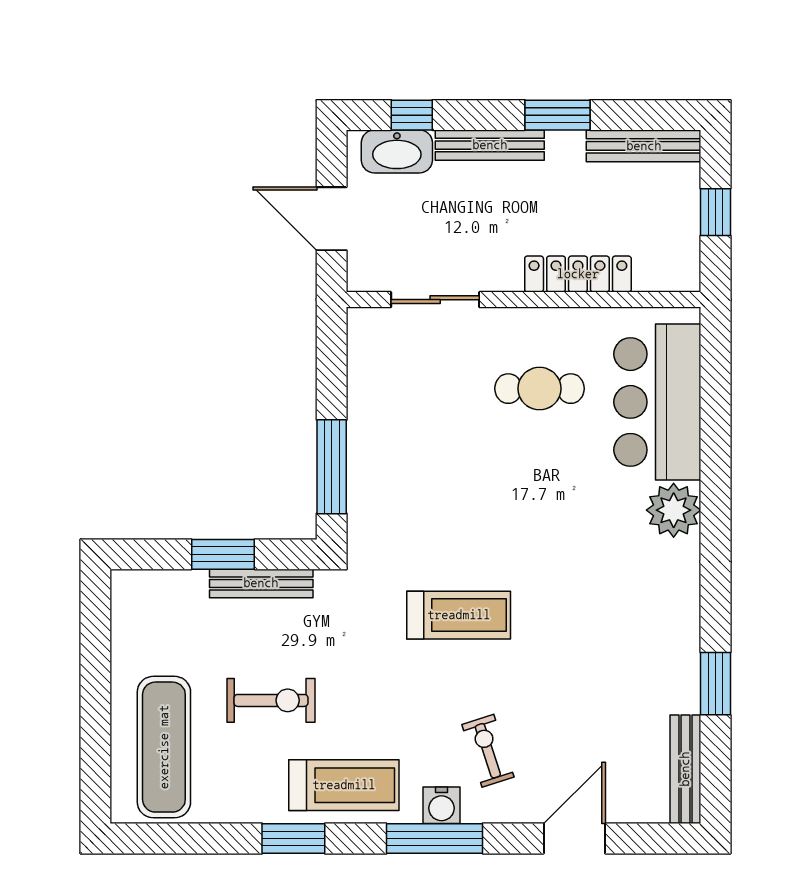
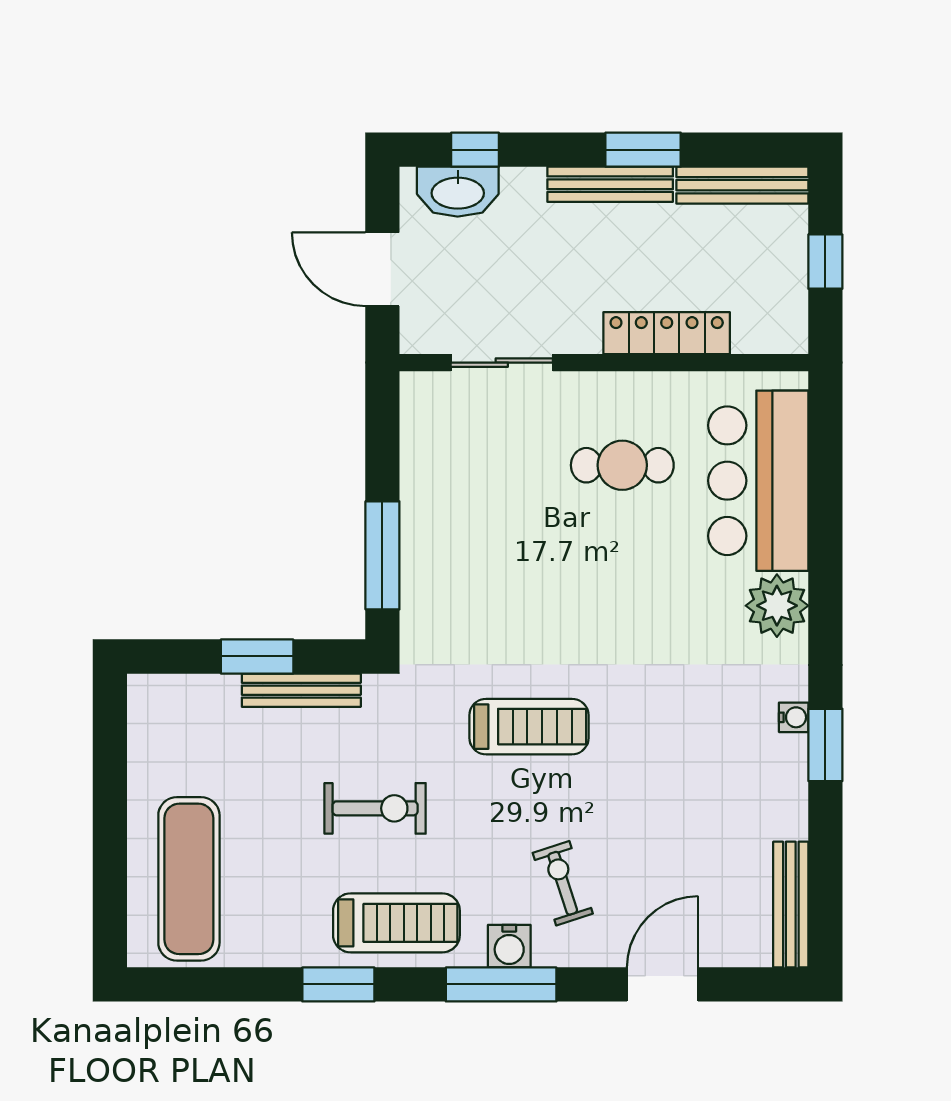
bench: (490, 145) -> (610, 184), moved
water cooler: (688, 607) -> (794, 717), added
window: (716, 684) -> (825, 745), moved
exercise bike: (271, 700) -> (375, 808), moved

